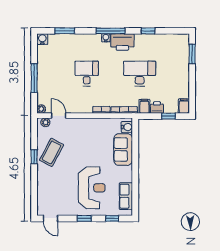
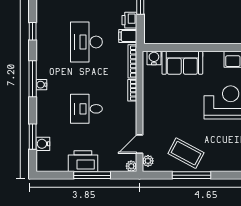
water cooler: (42, 39) -> (43, 144), moved
printer: (122, 42) -> (83, 161), moved, turned -90
window: (34, 157) -> (192, 175), width x2.17

